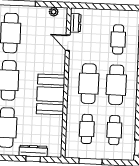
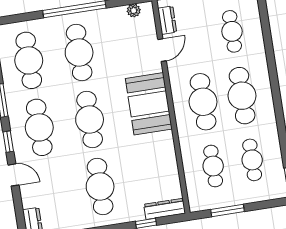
door: (68, 43) -> (162, 50), swing flipped
booth: (51, 94) -> (149, 104), moved
dresser: (33, 151) -> (165, 209), moved

